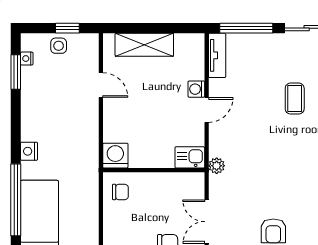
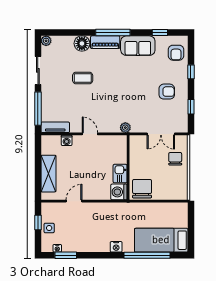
washing machine: (196, 89) -> (67, 140), moved
kitchen sink: (190, 157) -> (120, 174), moved
chair: (120, 192) -> (142, 189), width x1.87, depth x1.87

